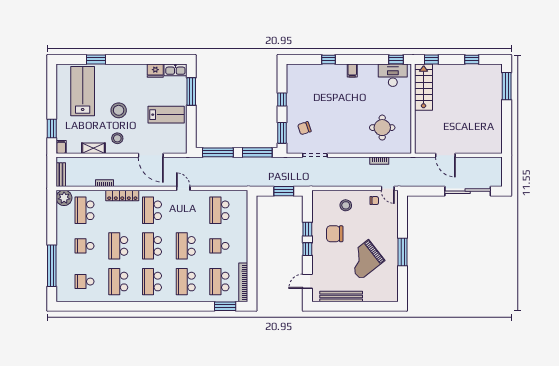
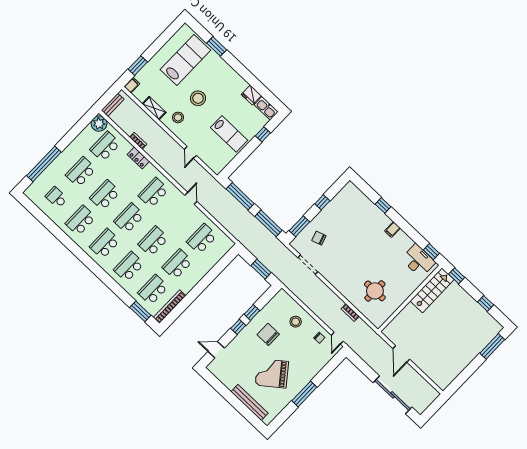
window: (191, 91) -> (263, 134), width x0.46
door: (151, 155) -> (190, 152), width x0.53
locker: (122, 195) -> (138, 158), width x0.66
school desk: (84, 246) -> (81, 172), width x1.85
school desk: (219, 246) -> (177, 264), width x1.85
bench: (341, 297) -> (250, 402), moved

